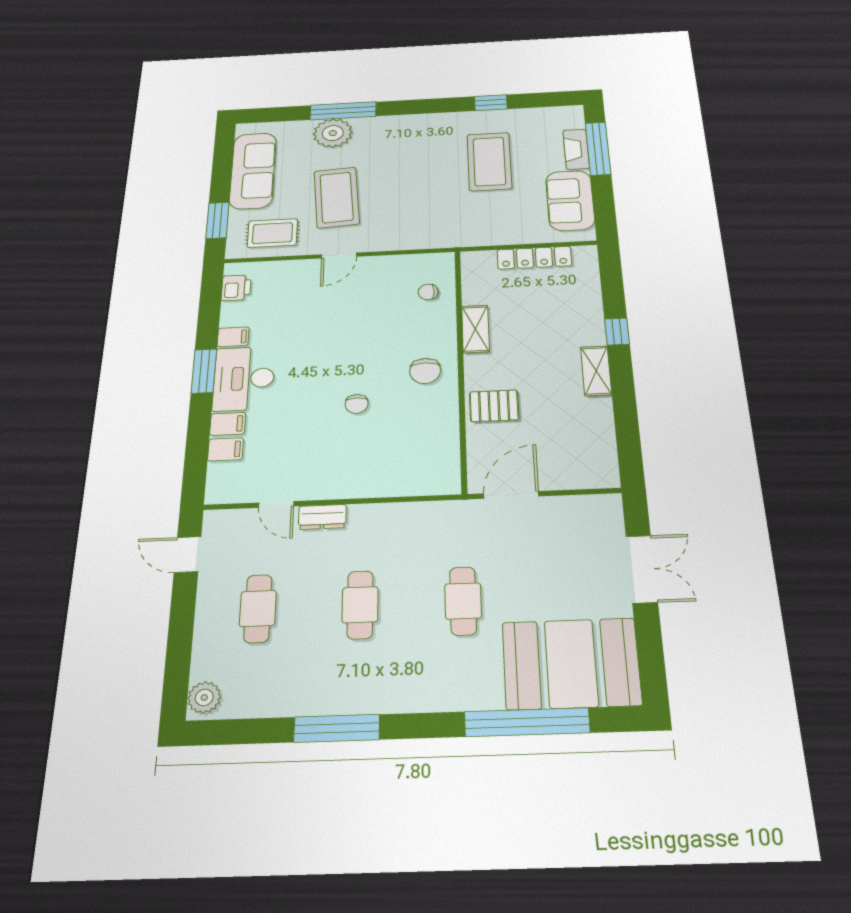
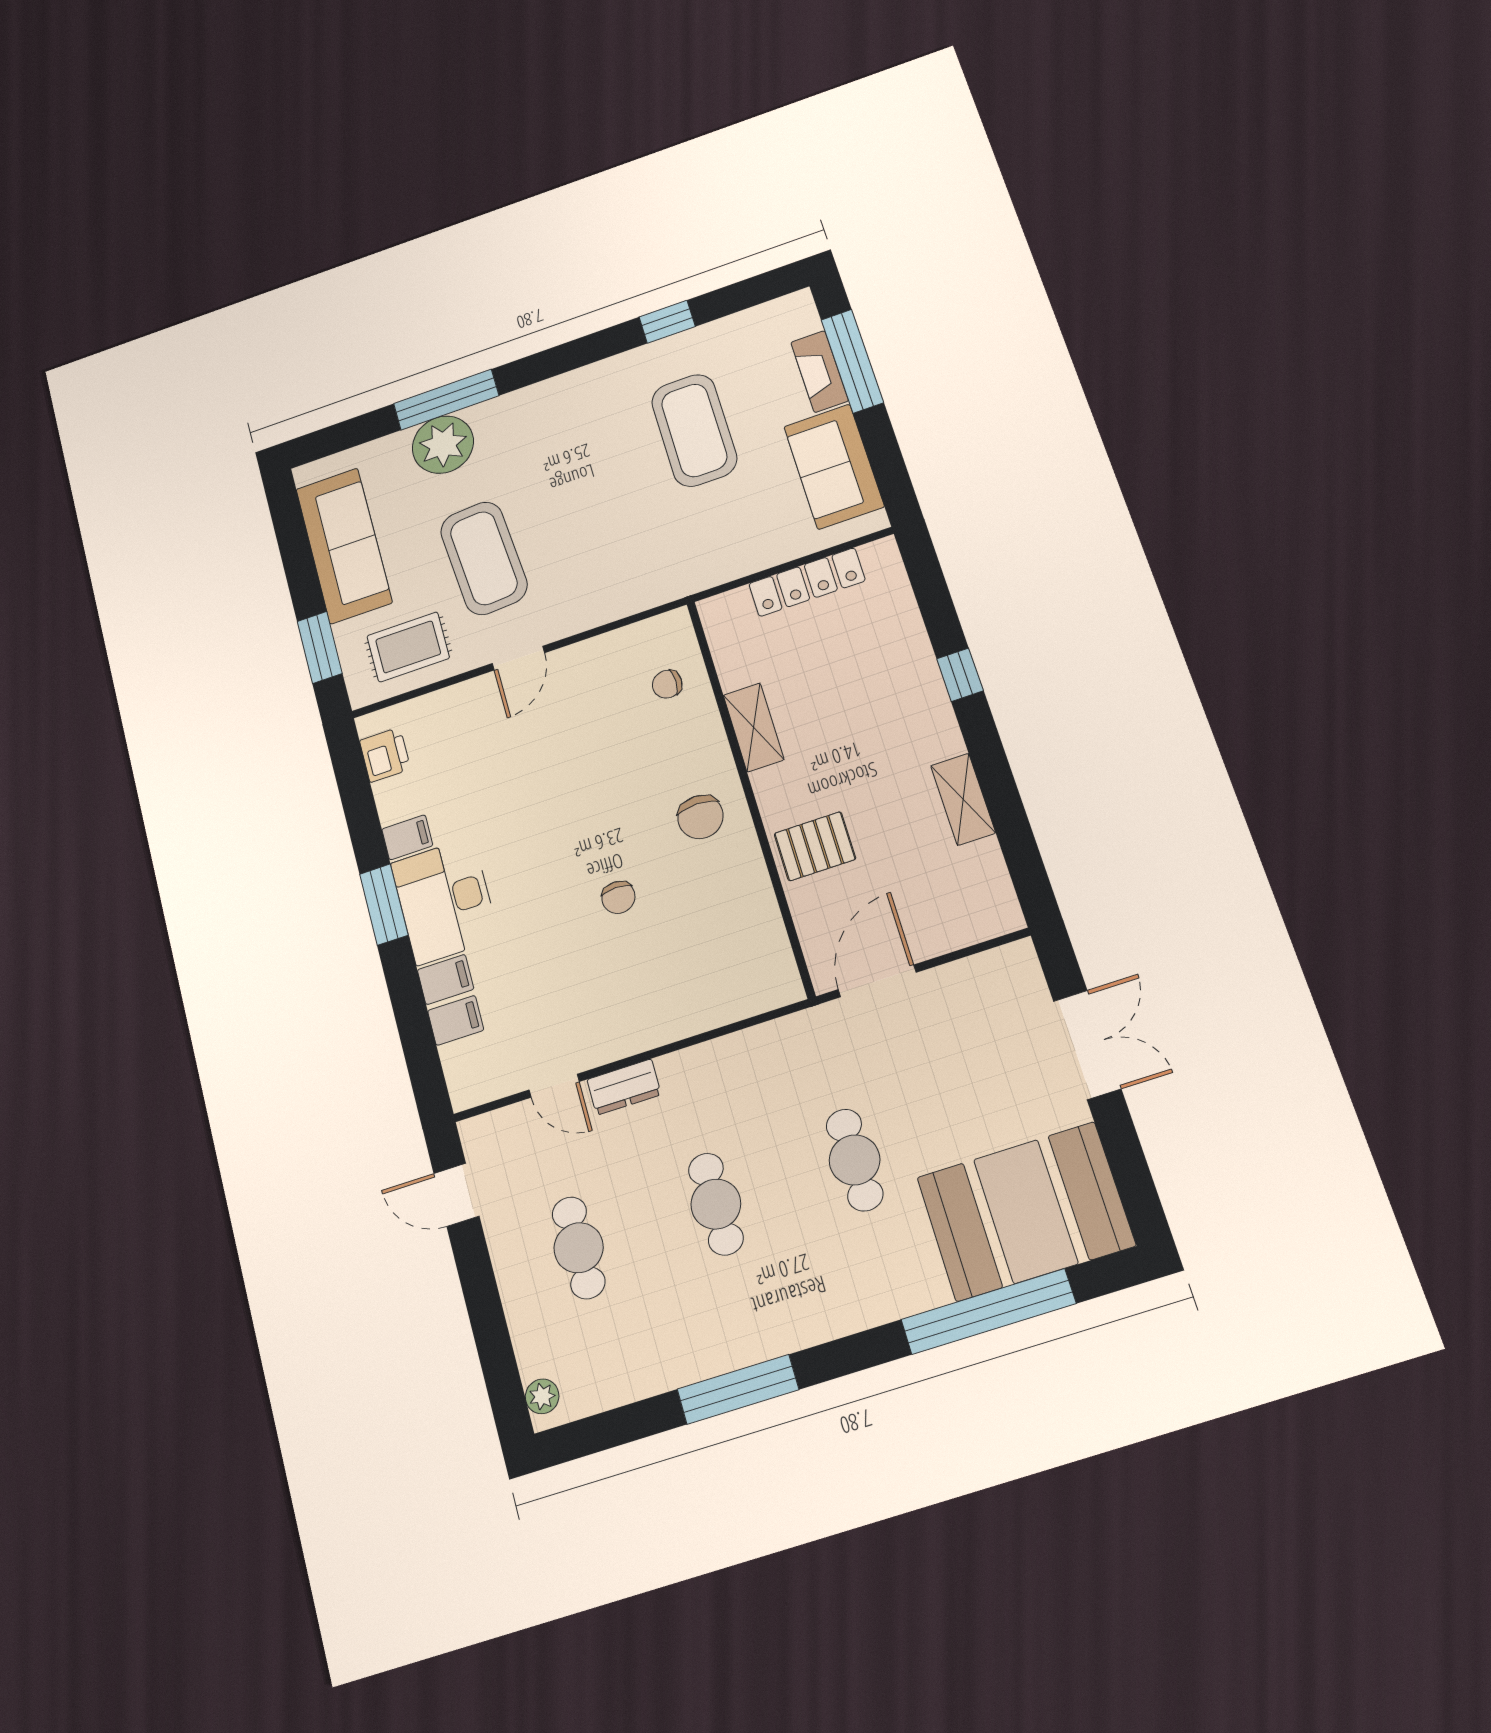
shelving: (596, 371) -> (963, 799), moved
plant: (204, 697) -> (542, 1396), width x0.73, depth x0.73

